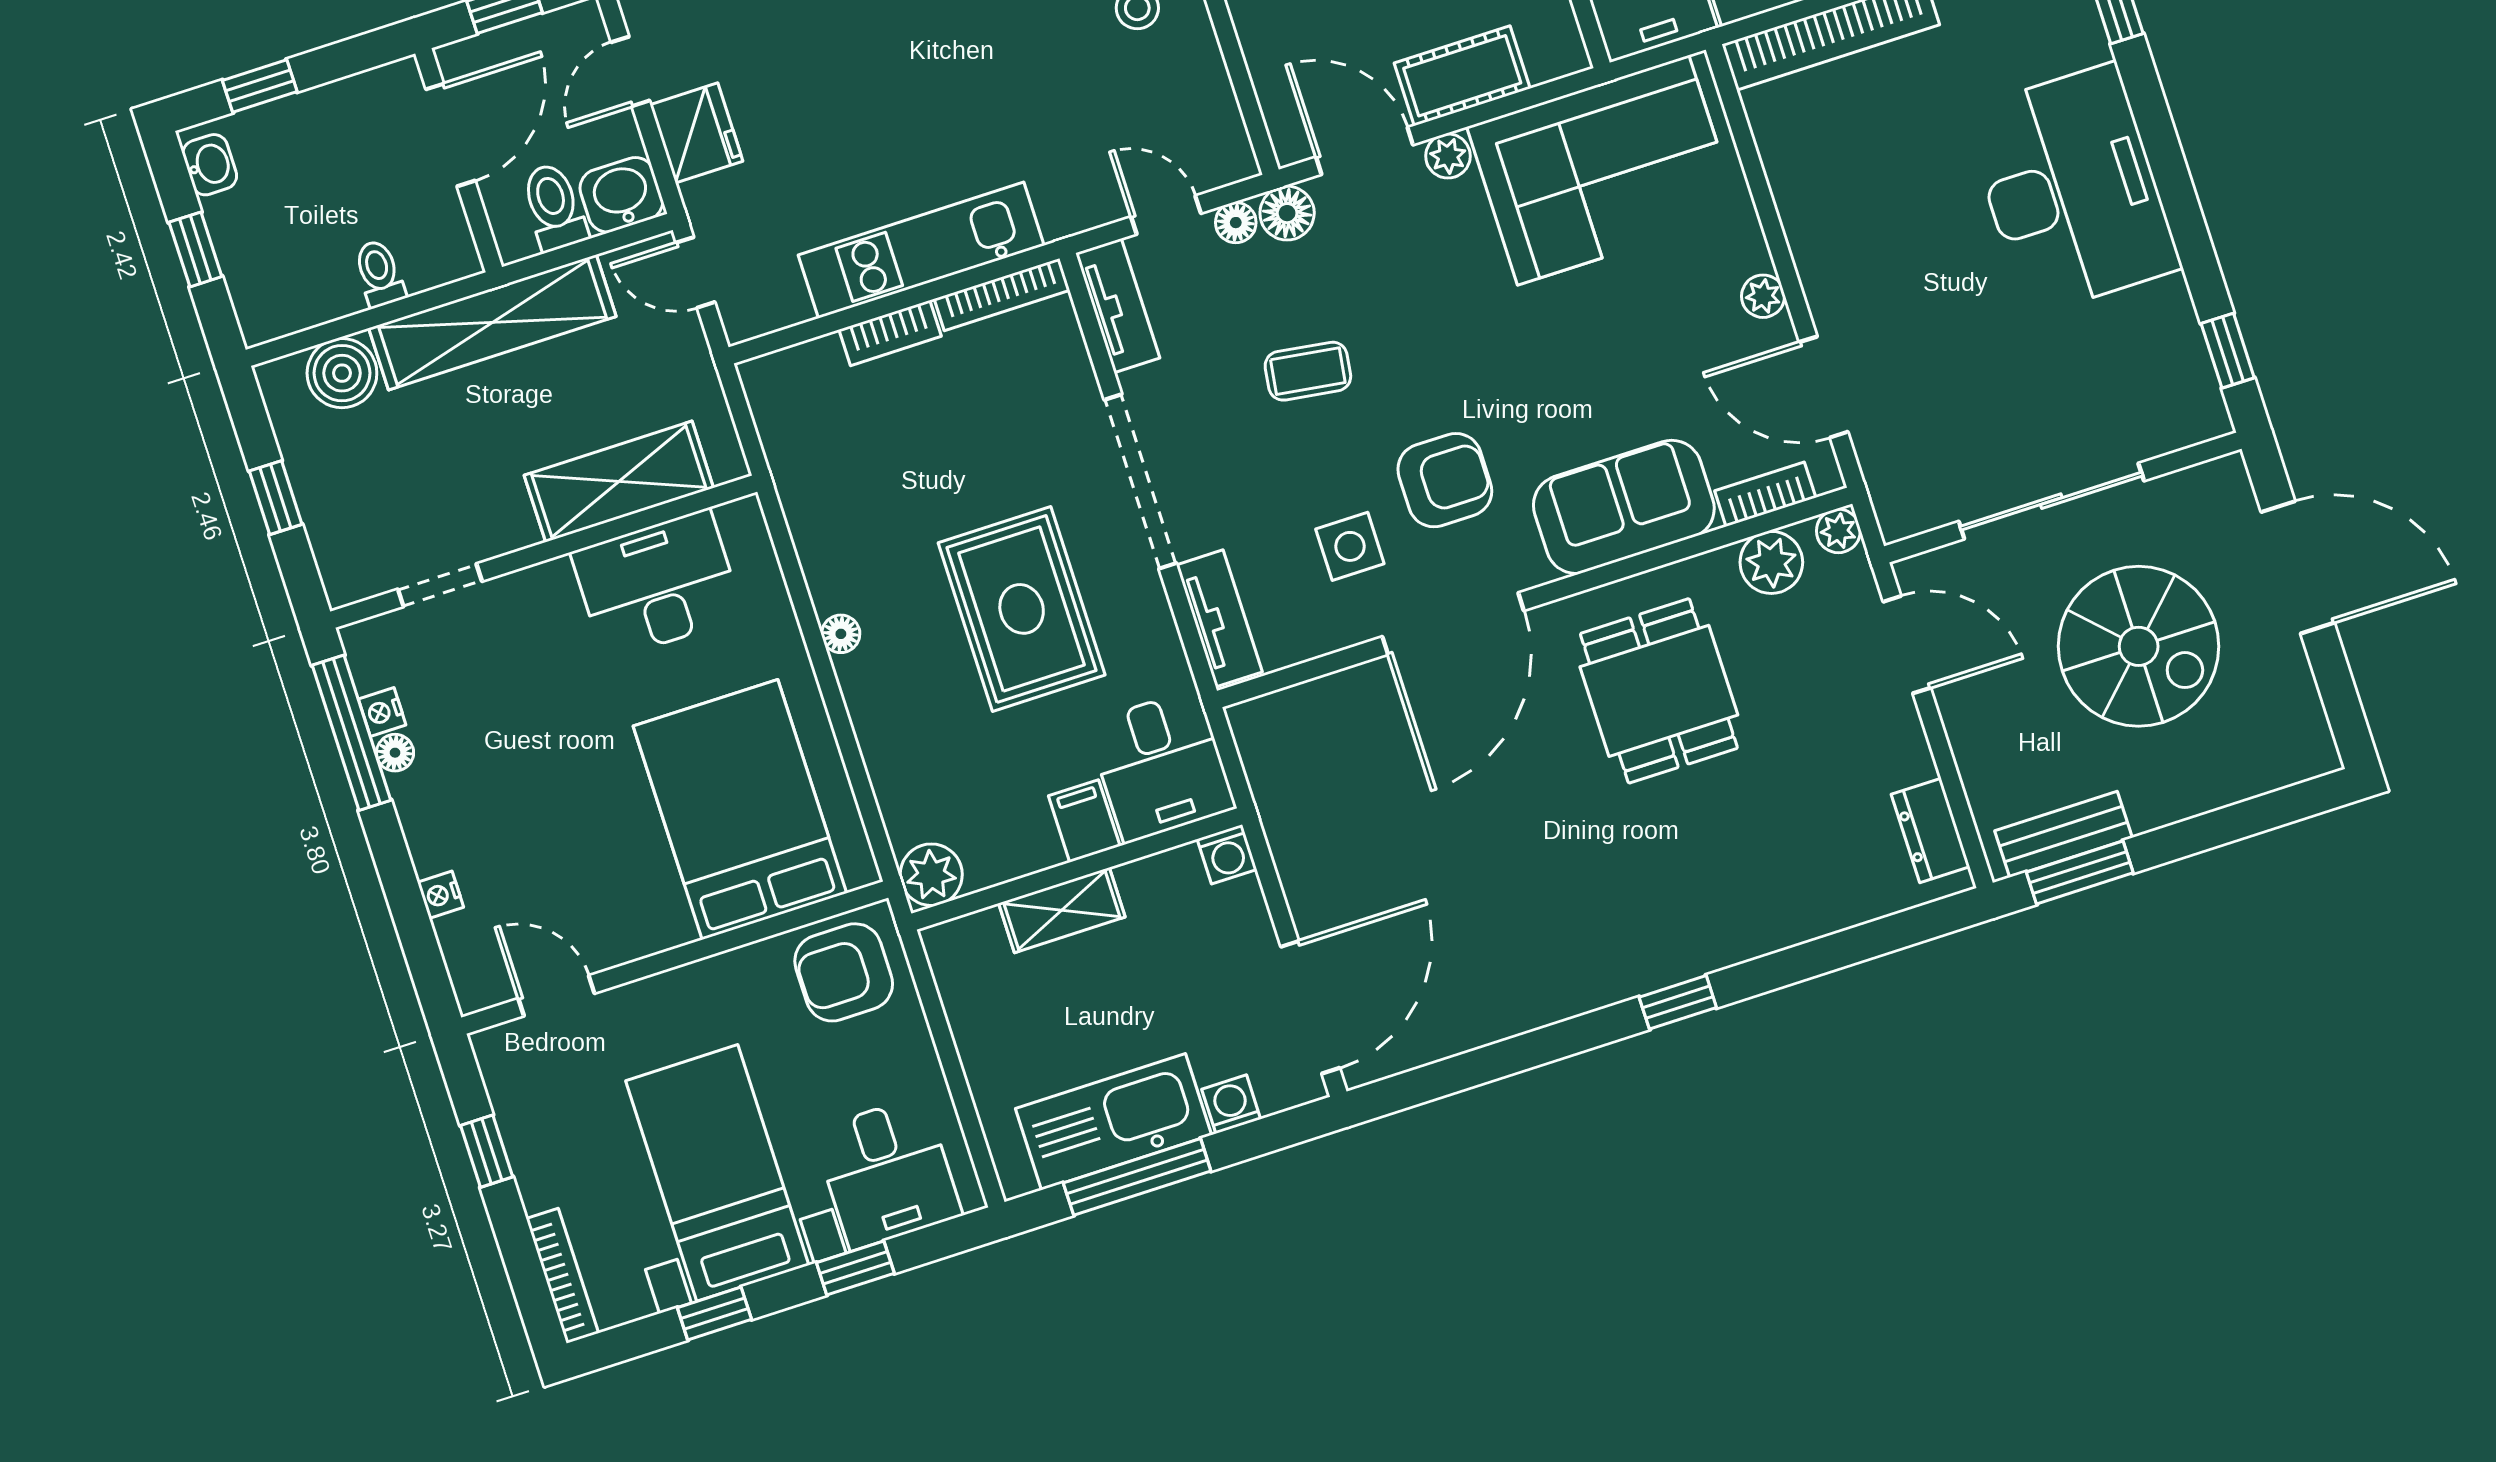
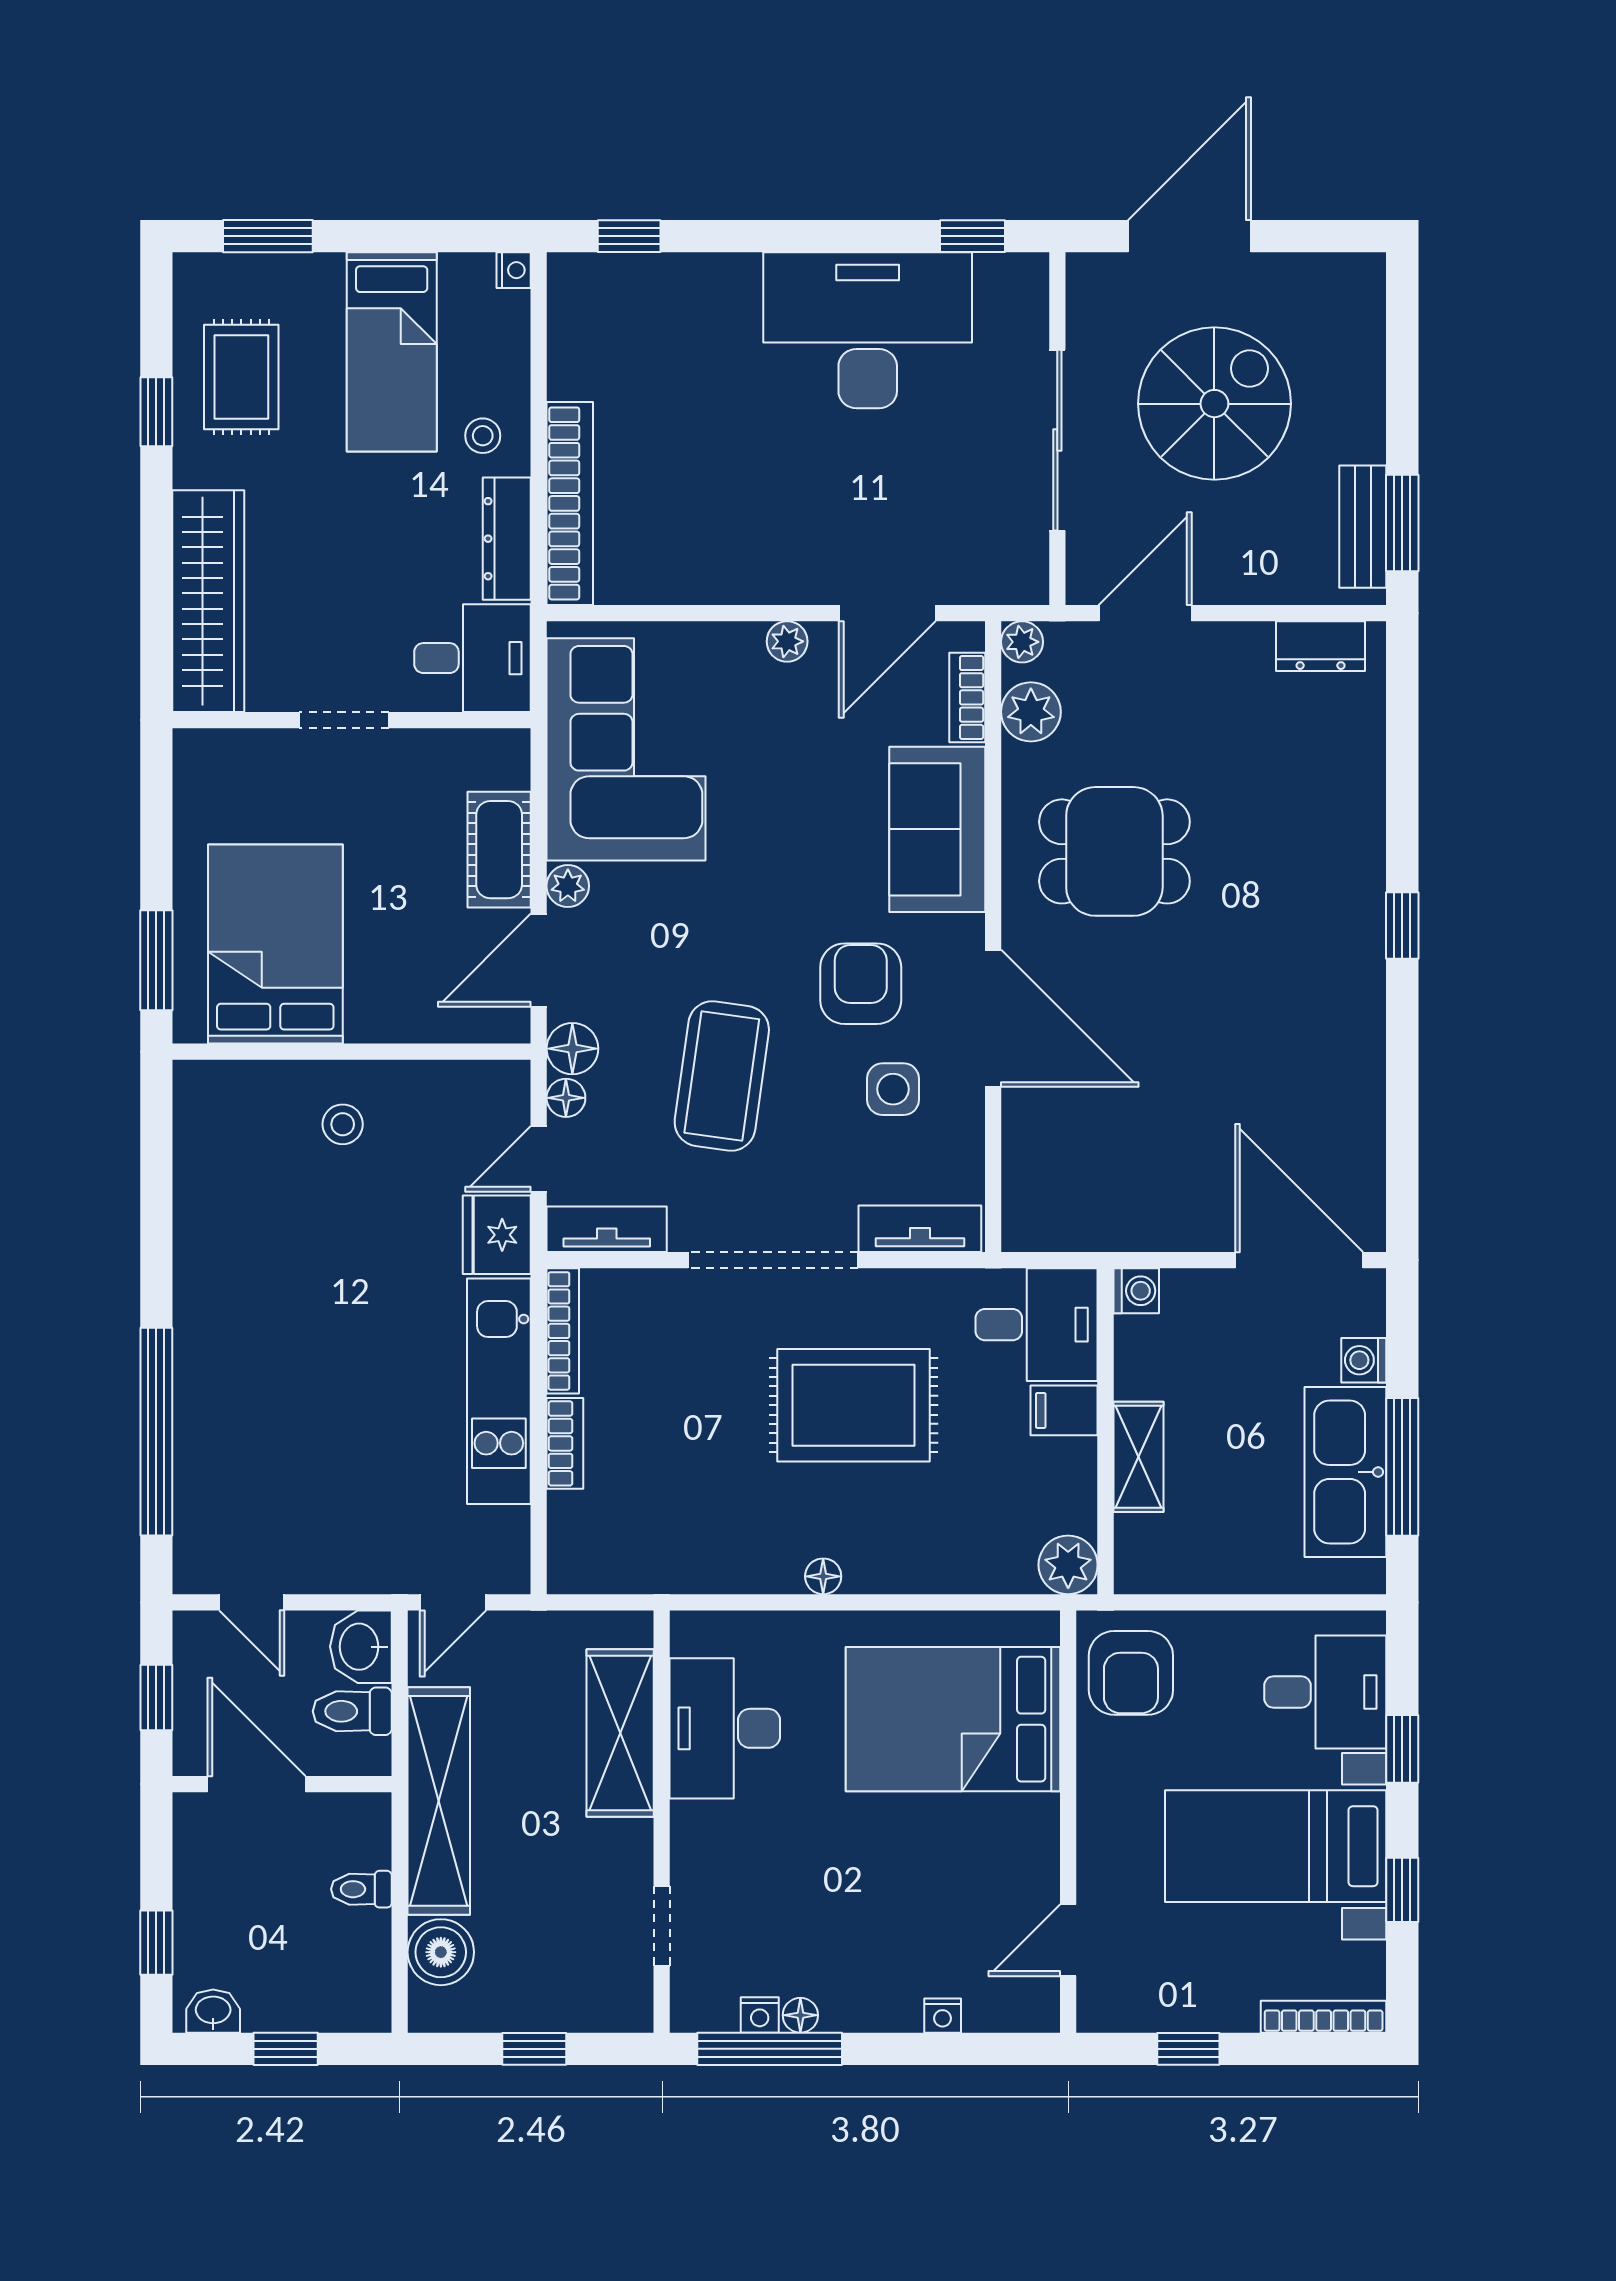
fridge: (696, 133) -> (497, 1235), moved, turned -90
desk: (2072, 190) -> (868, 330), moved
coffee table: (1308, 371) -> (722, 1076), width x1.86, depth x1.72

